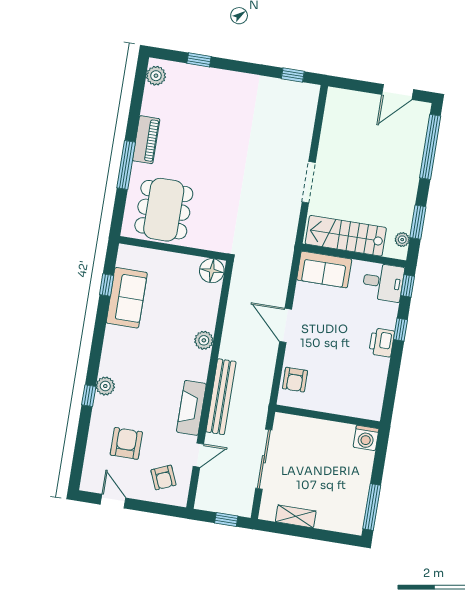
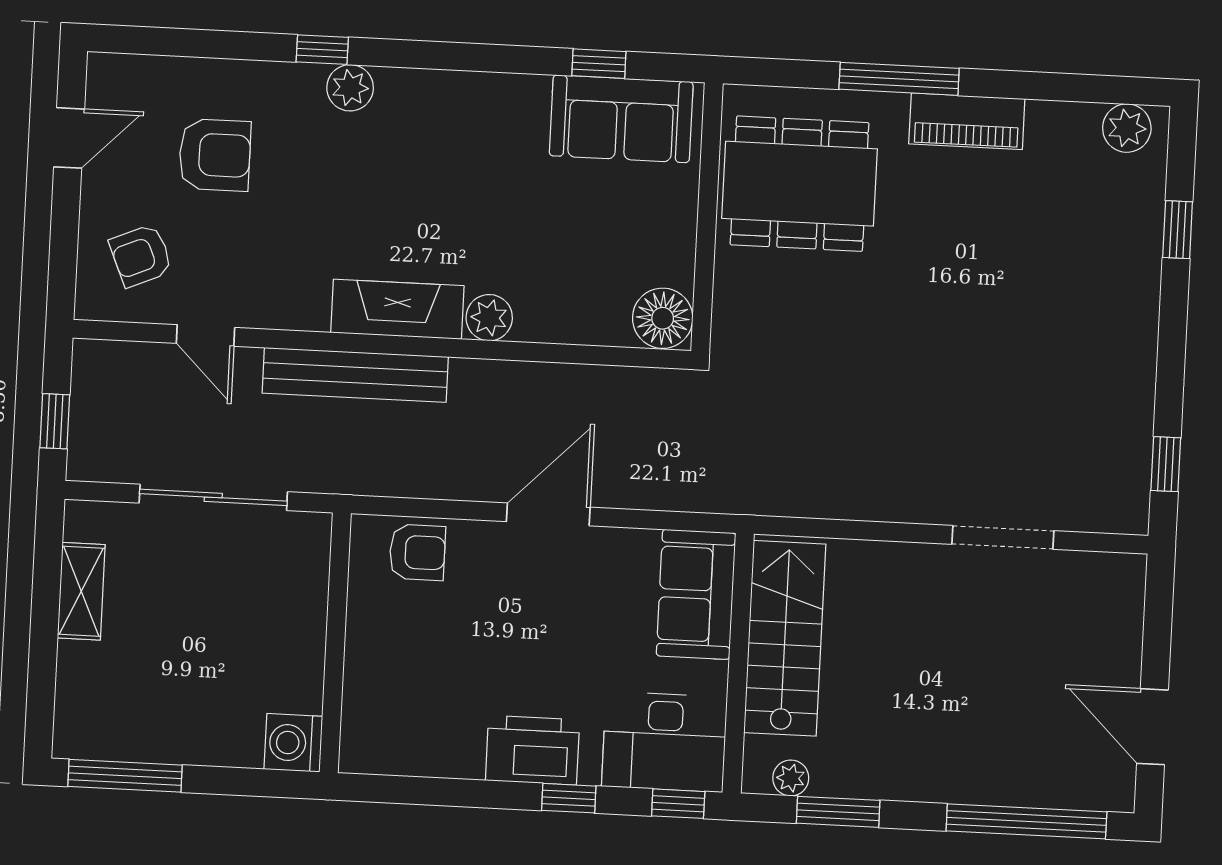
doorway: (309, 182) -> (1003, 537), moved
desk: (383, 282) -> (664, 742), width x1.37
sofa: (127, 298) -> (621, 119), moved
printer: (382, 342) -> (533, 750), width x1.37, depth x1.19
armchair: (295, 380) -> (417, 552), turned 180
fireplace: (191, 408) -> (397, 309), moved

